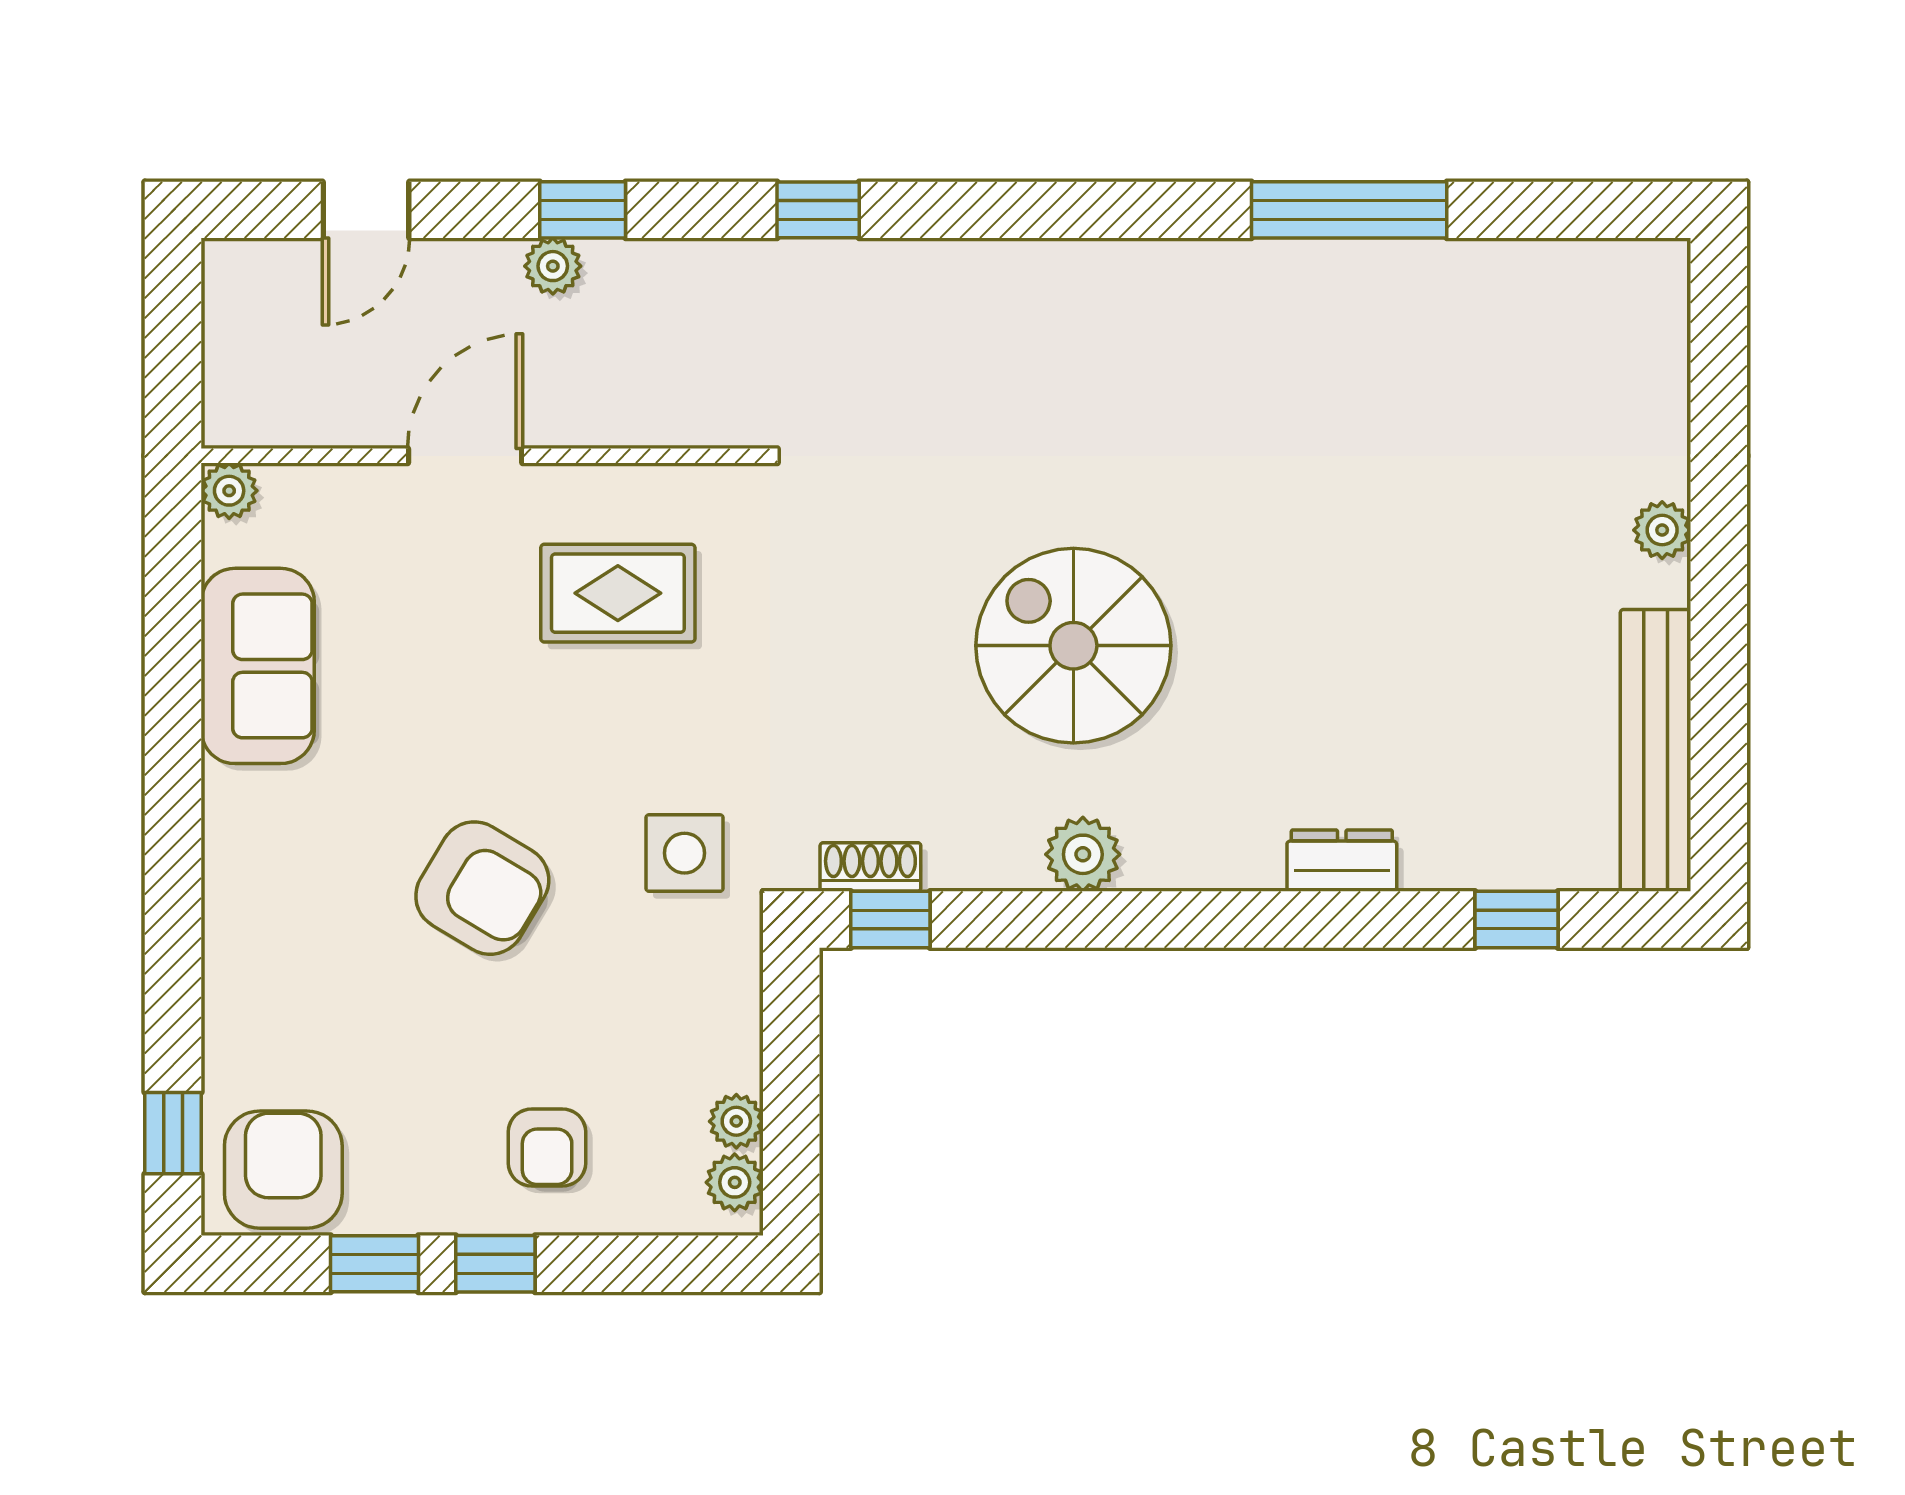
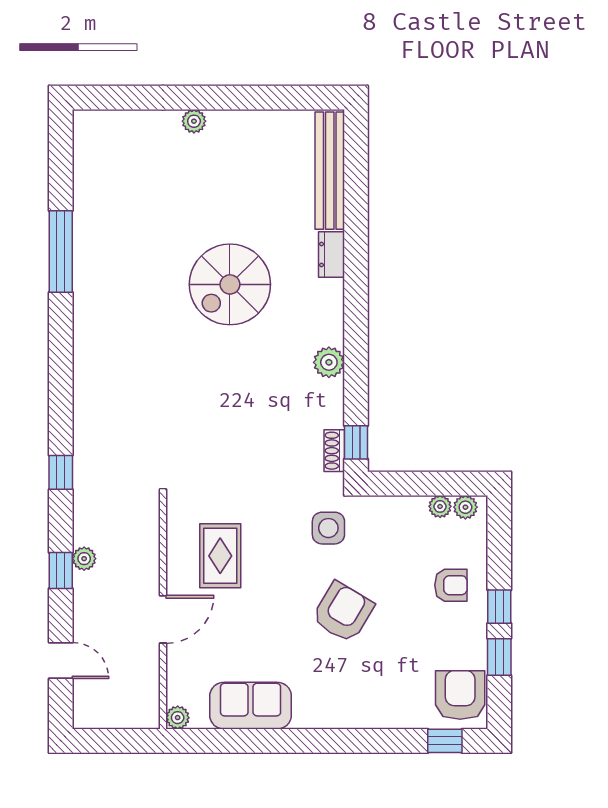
plant: (553, 266) -> (84, 559), moved
door: (465, 456) -> (163, 619), swing flipped
spiral stairs: (1073, 646) -> (230, 284), moved
bench: (1656, 750) -> (330, 171), moved, turned 90
window: (1516, 919) -> (356, 182), removed
armchair: (283, 1170) -> (460, 695), turned 90

